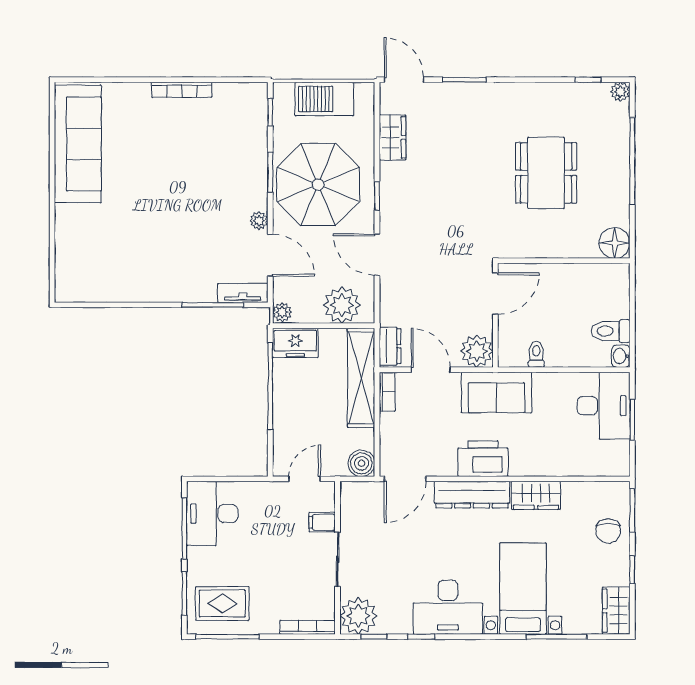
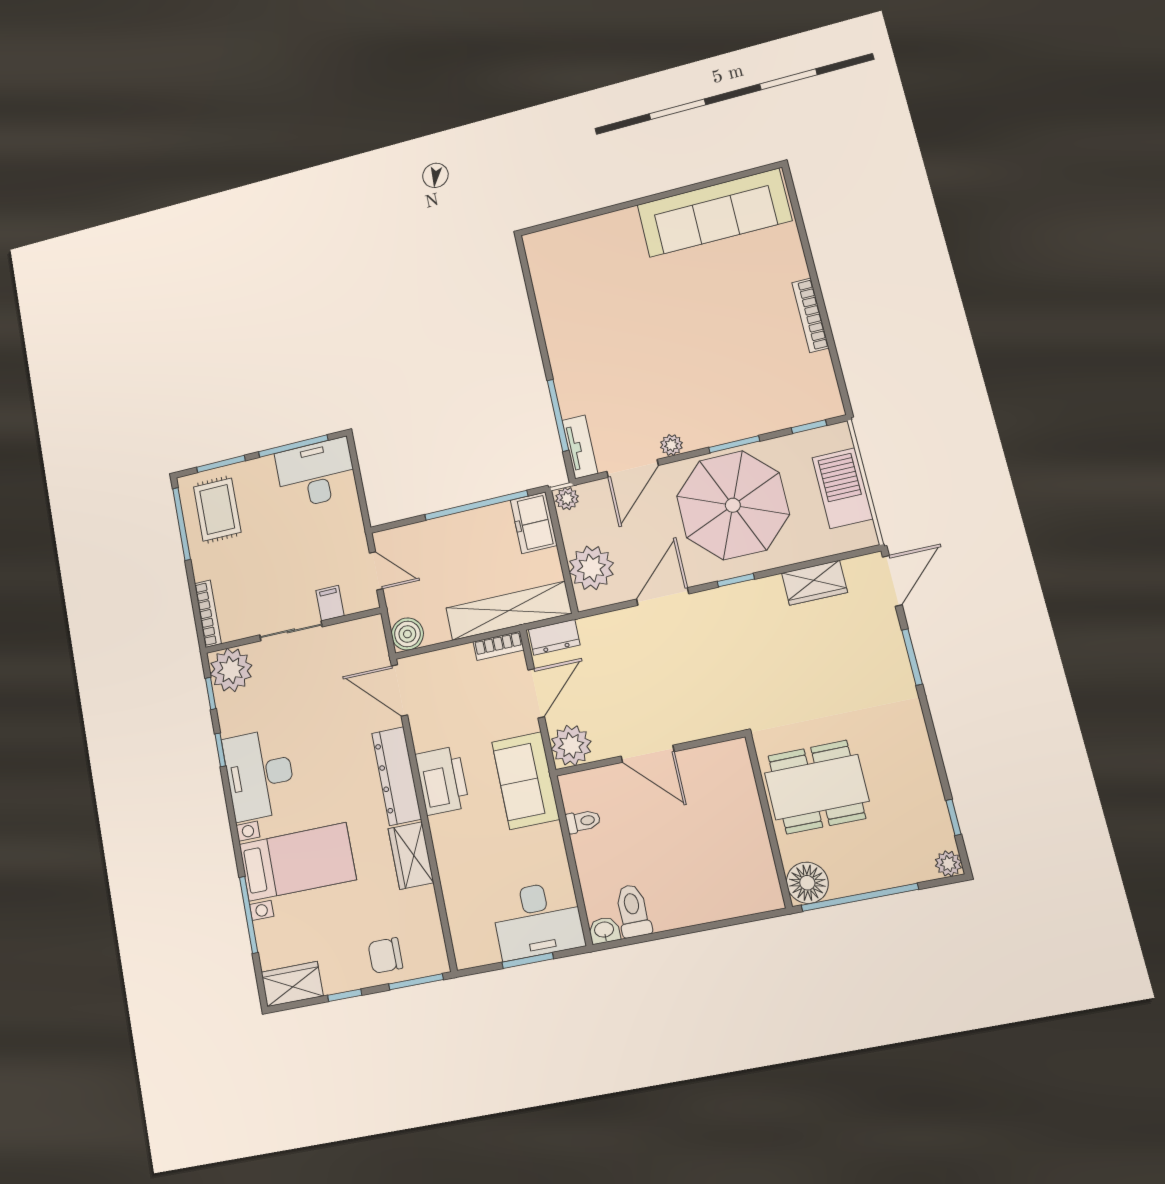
floor lamp: (615, 243) -> (807, 883), moved
wall: (564, 261) -> (768, 821), moved

